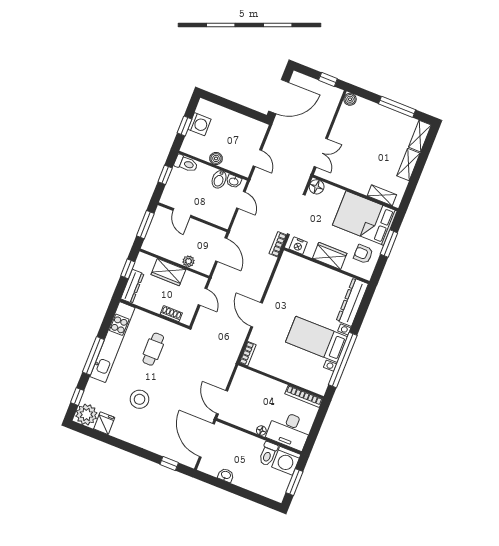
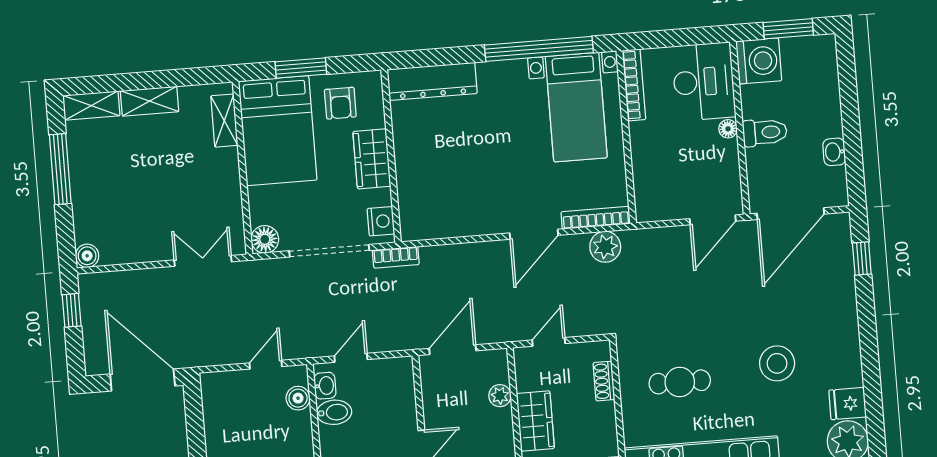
boiler: (216, 158) -> (298, 398), moved
bed with nightstands: (316, 339) -> (576, 107), moved
plant: (234, 345) -> (605, 247), added
bookcase: (248, 354) -> (596, 218), width x1.56
toilet: (268, 454) -> (765, 132), moved

